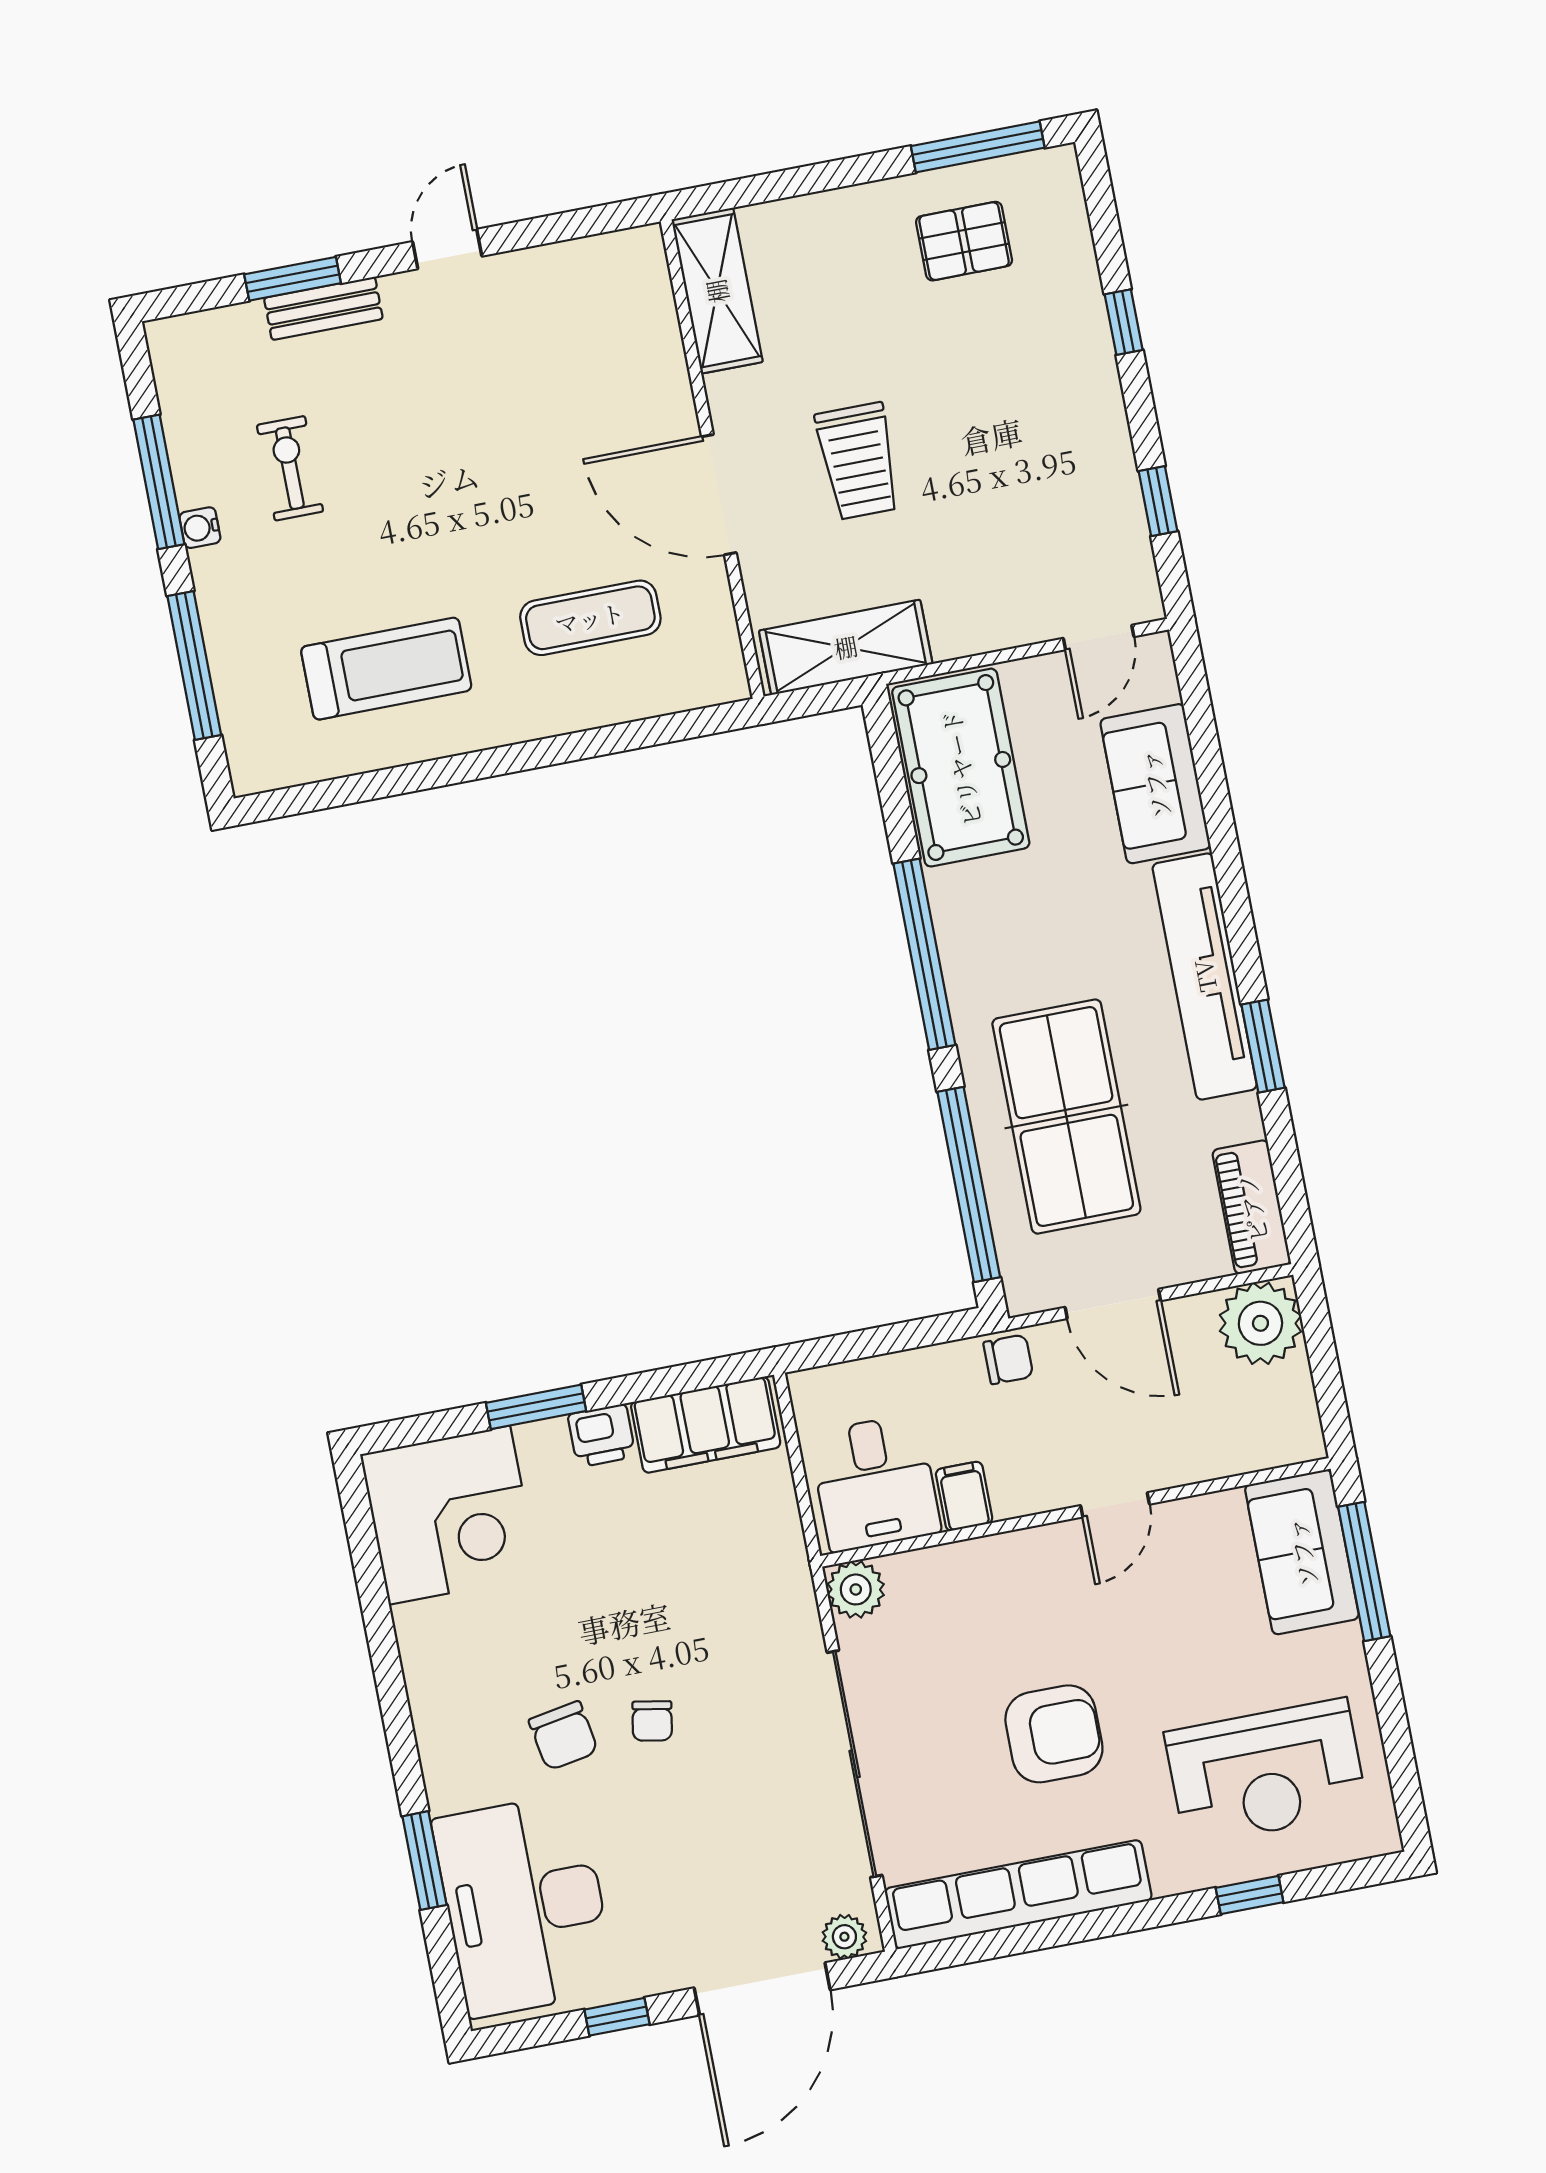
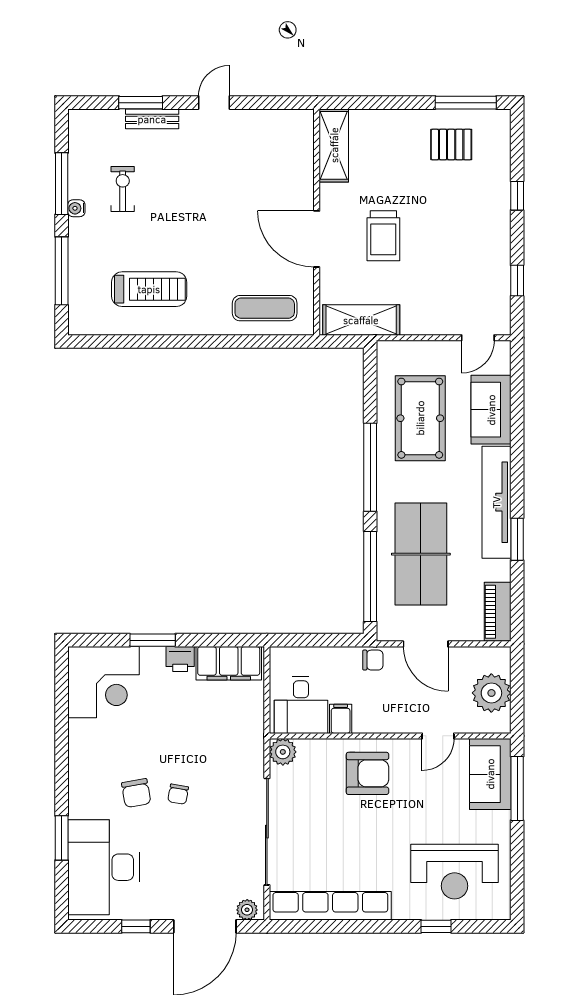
exercise mat: (590, 618) -> (265, 308), moved
pool table: (961, 768) -> (420, 418), moved
plant: (1260, 1323) -> (491, 693), moved
door: (1115, 1505) -> (438, 736), moved
armchair: (1054, 1734) -> (367, 773), moved

